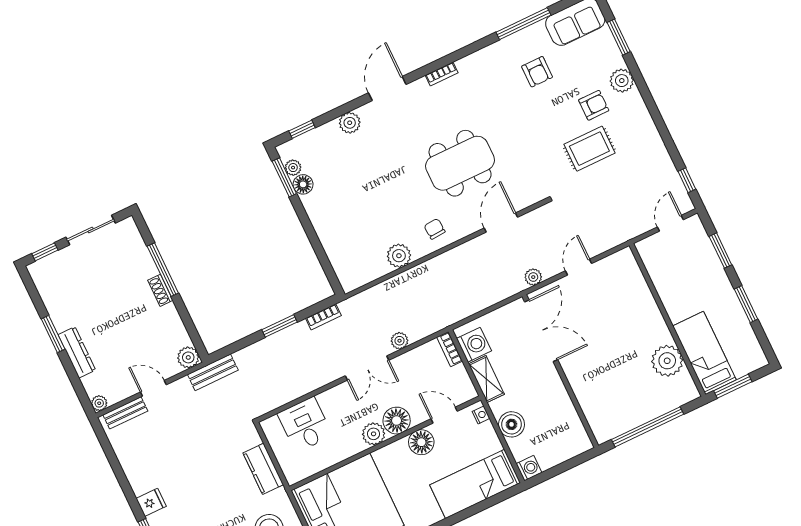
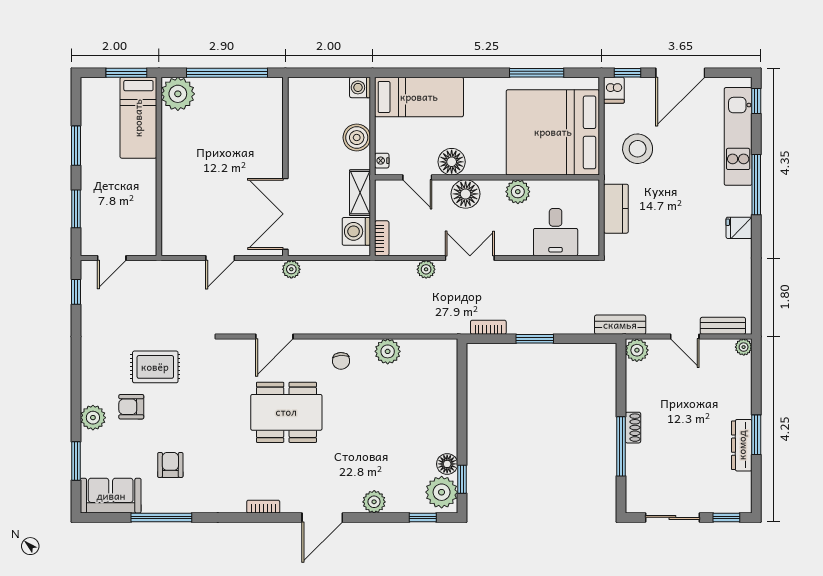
plant: (293, 168) -> (442, 492), width x1.88, depth x1.88
window: (284, 177) -> (462, 479), width x0.67
plant: (533, 277) -> (291, 269), moved
dresser: (77, 352) -> (742, 445), moved
plant: (667, 361) -> (178, 94), moved
plant: (374, 434) -> (518, 192), moved

